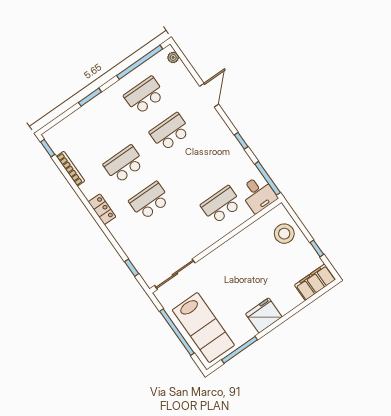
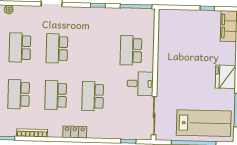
school desk: (98, 128) -> (19, 94), added
desk: (258, 194) -> (140, 84), moved
stool: (284, 234) -> (181, 23), removed

